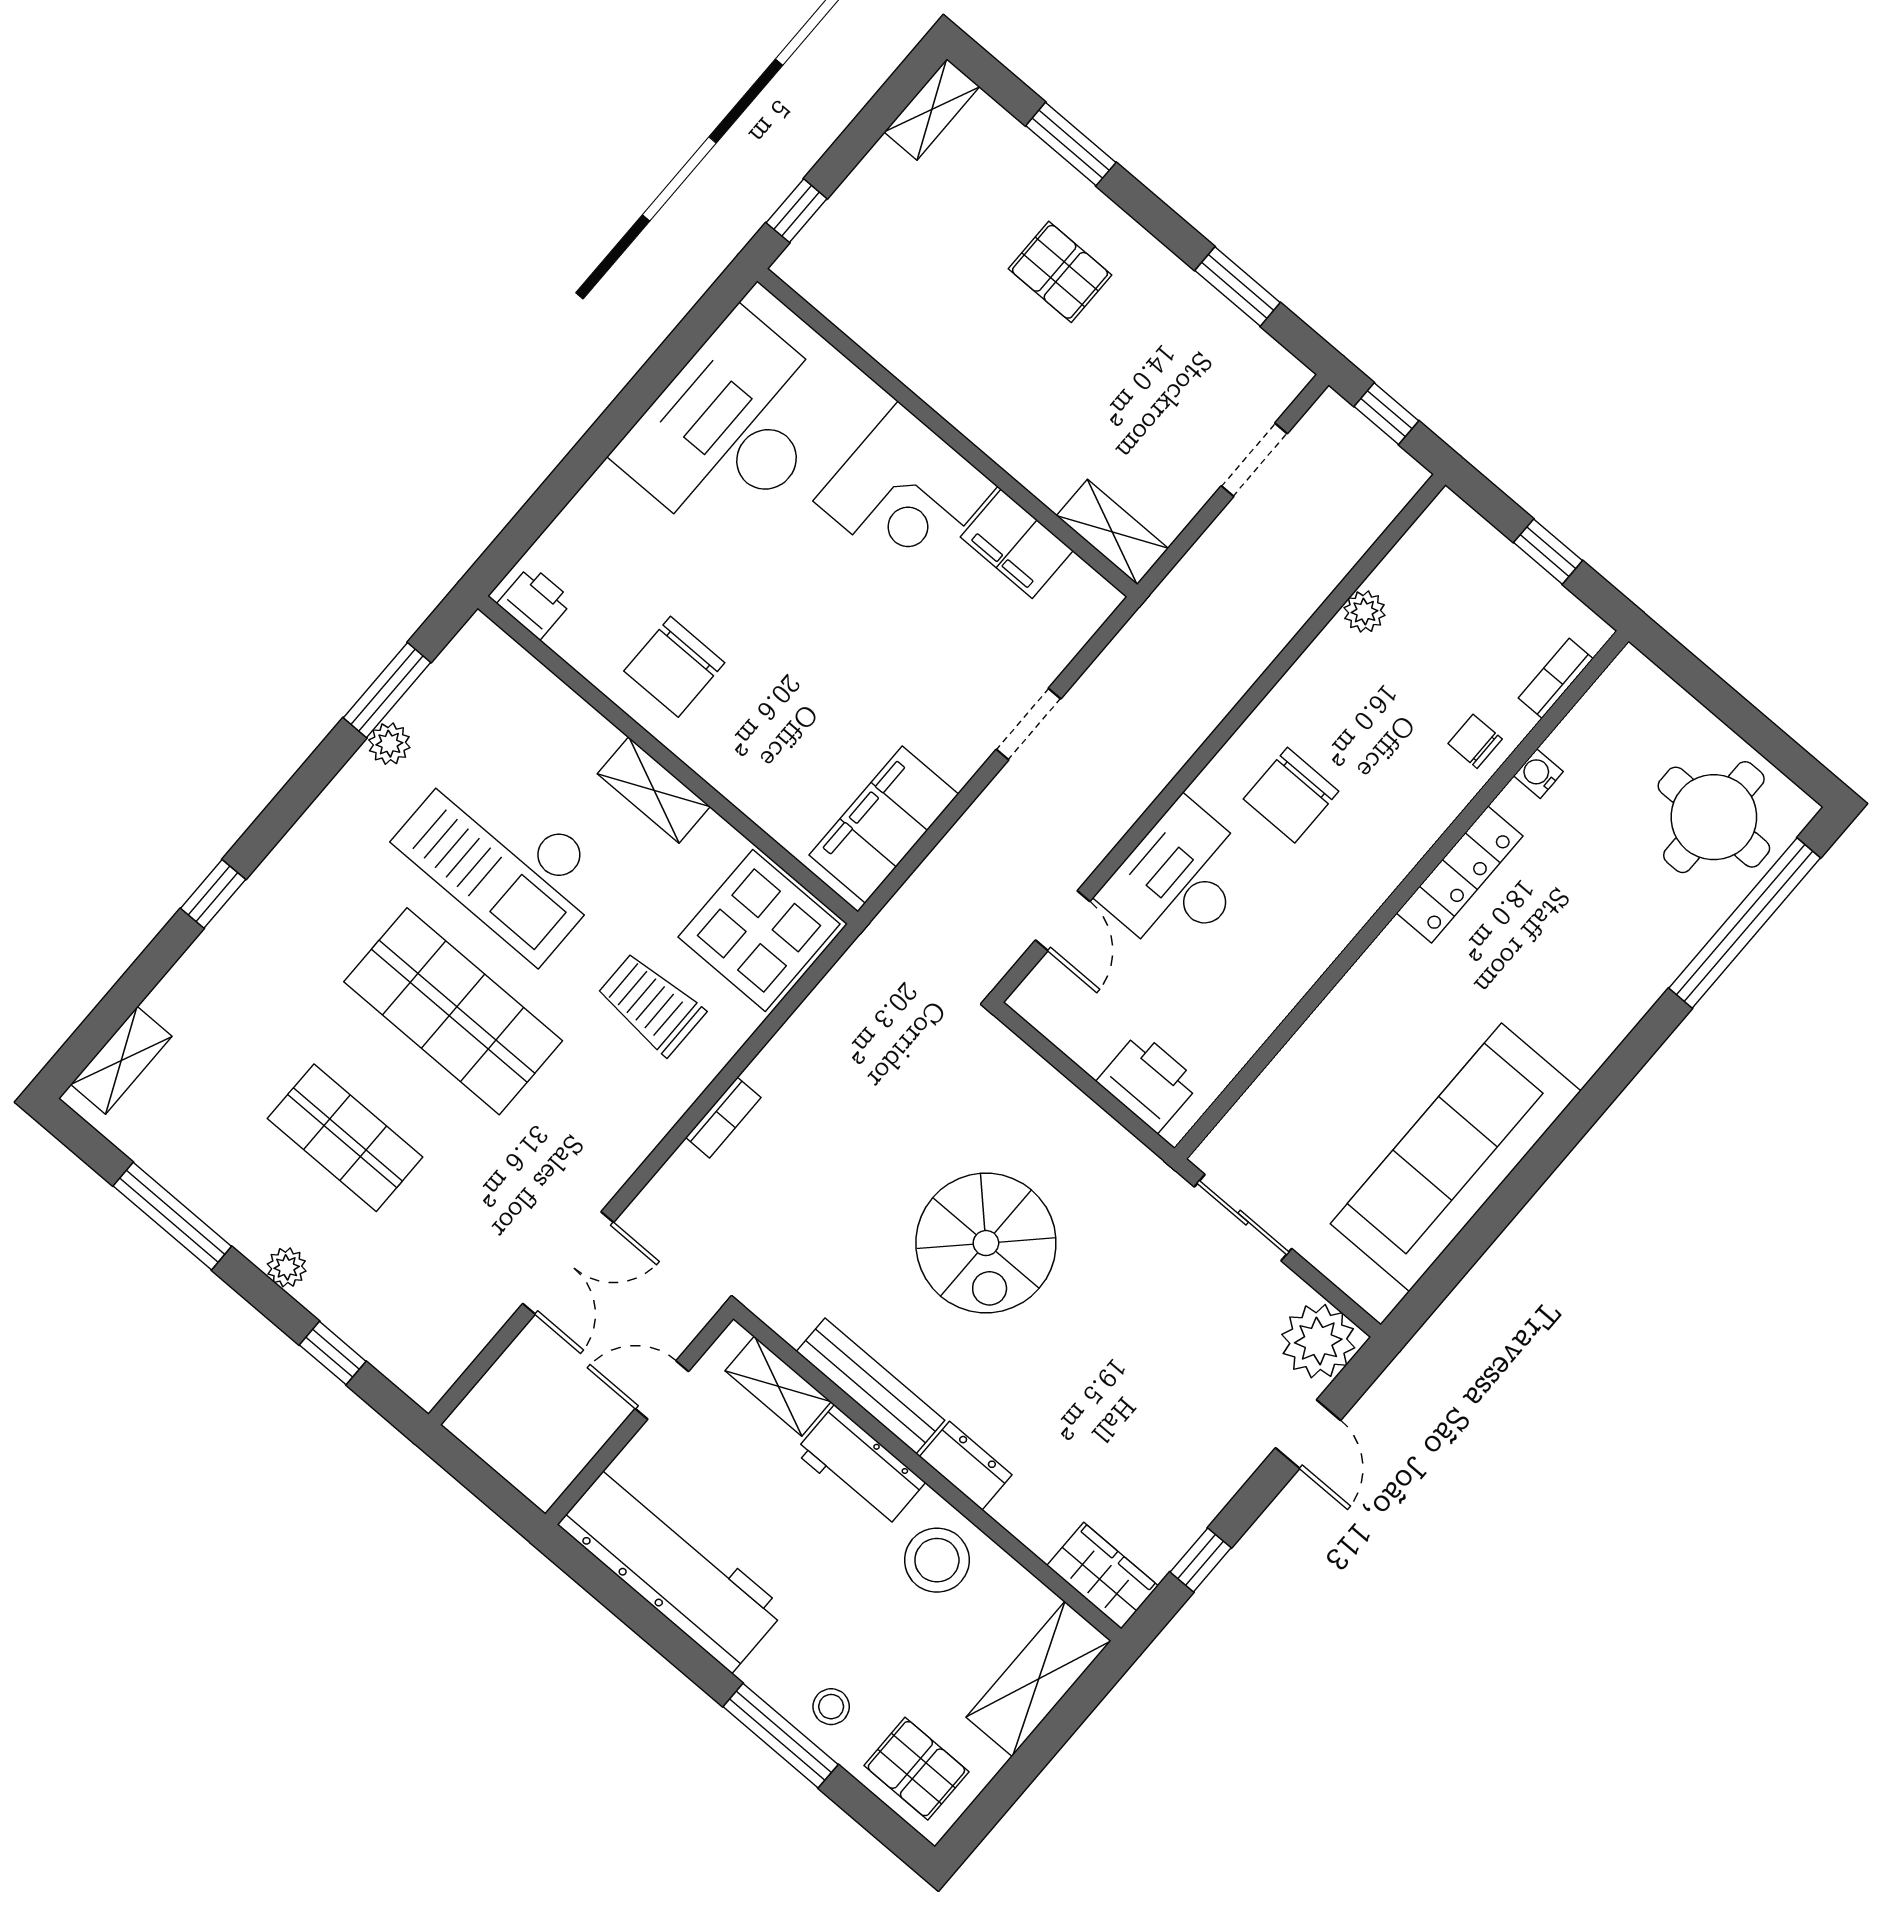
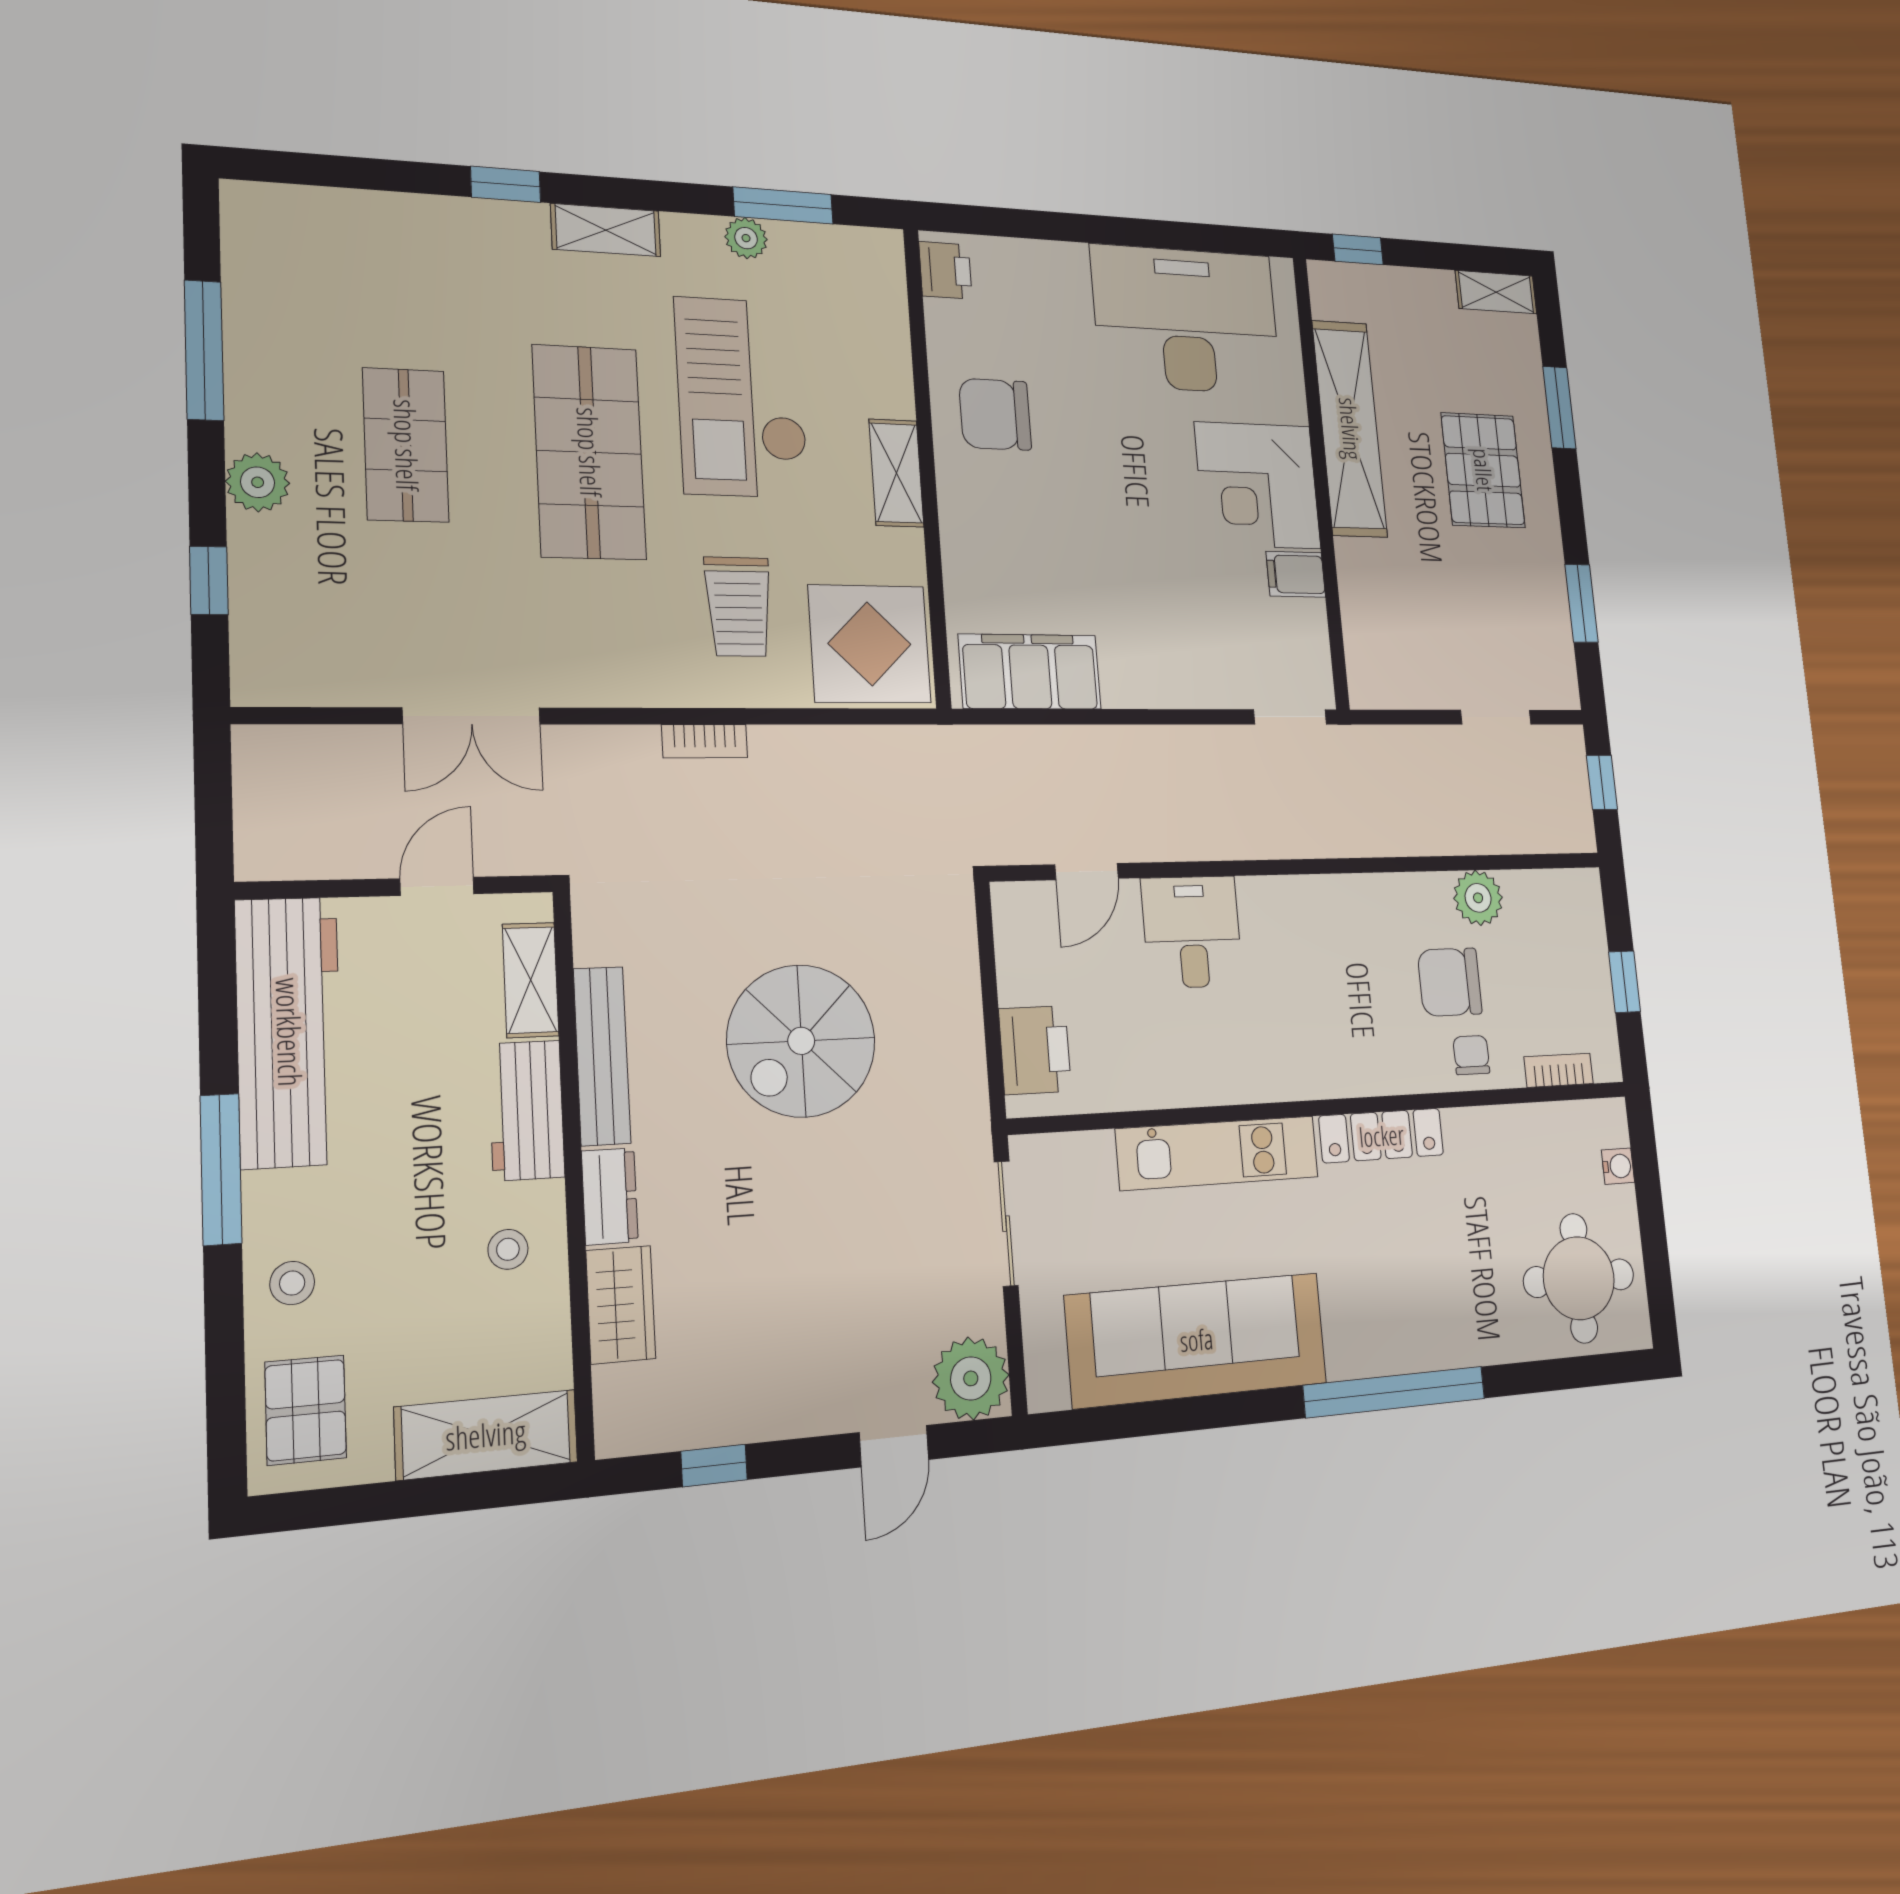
pallet: (1060, 272) -> (1483, 470), width x1.50, depth x1.42
shelving: (1112, 532) -> (1350, 429), moved, width x2.20, depth x1.33
filing cabinet: (1017, 544) -> (1296, 574), width x0.50
plant: (1364, 612) -> (1478, 898), width x1.38, depth x1.38
doorway: (1028, 724) -> (1290, 717), moved
water cooler: (1538, 774) -> (1618, 1166), moved, turned 90
chair: (1291, 795) -> (1450, 982), moved
desk: (1179, 880) -> (1192, 932), width x0.73
window: (1745, 923) -> (1395, 1392), moved
trolley: (651, 1004) -> (739, 607), turned 180
kitchen unit: (1348, 1015) -> (1218, 1153), added
shelving: (121, 1060) -> (606, 230), moved
plant: (287, 1267) -> (258, 482), width x1.38, depth x1.38
door: (662, 1390) -> (437, 886), hinge flipped
stool: (937, 1560) -> (508, 1249), width x0.53, depth x0.53
wardrobe: (1102, 1576) -> (621, 1305), moved
window: (781, 1736) -> (221, 1169), moved

